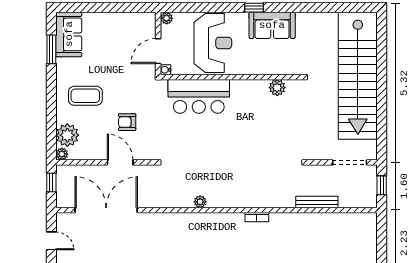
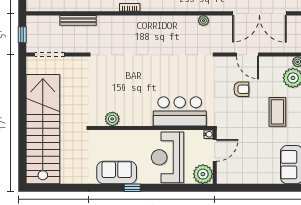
plant: (167, 18) -> (203, 174), width x1.87, depth x1.87
coffee table: (85, 96) -> (277, 112), turned 90
plant: (200, 202) -> (203, 21), moved

